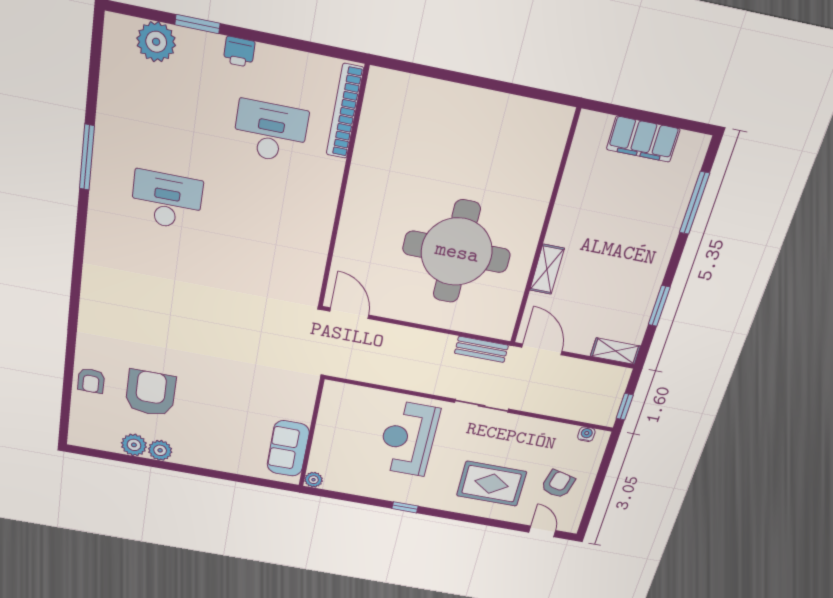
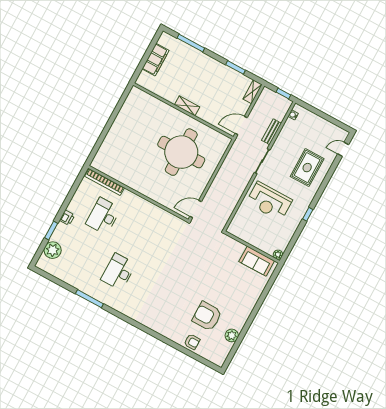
shelving: (547, 269) -> (187, 106), moved
bench: (481, 349) -> (272, 132), moved
plant: (160, 450) -> (239, 324), removed
armchair: (558, 484) -> (317, 135), removed

